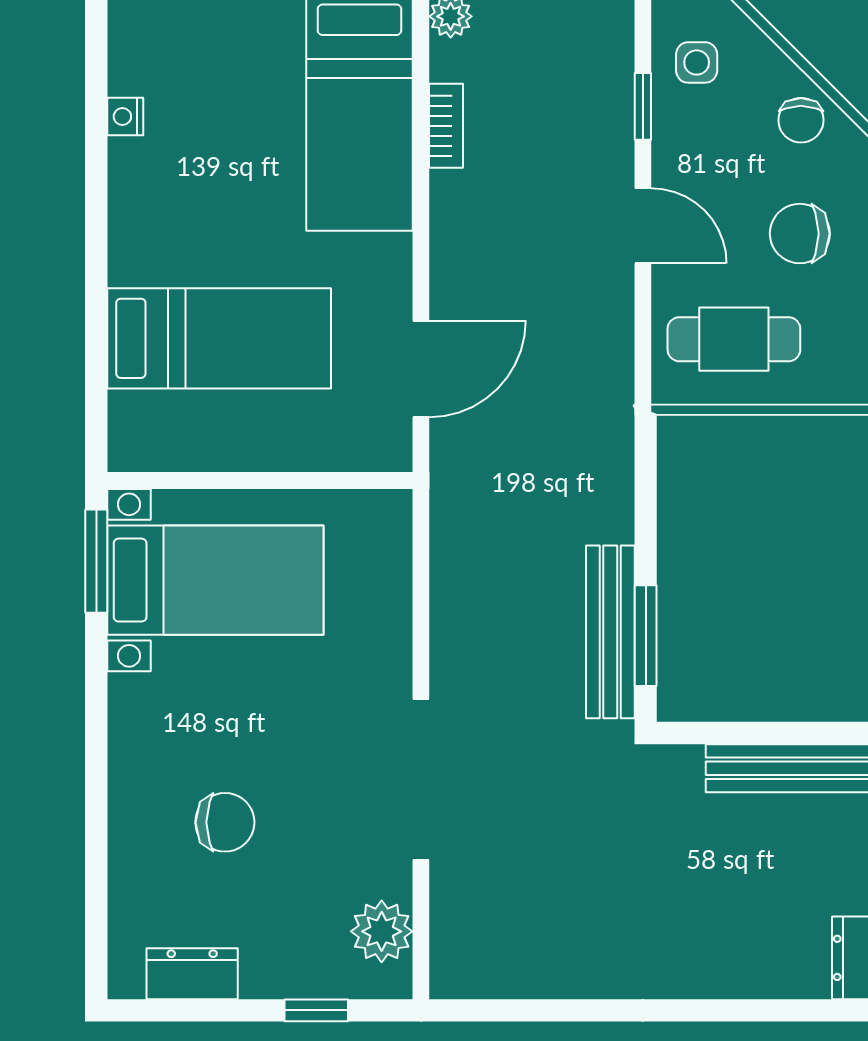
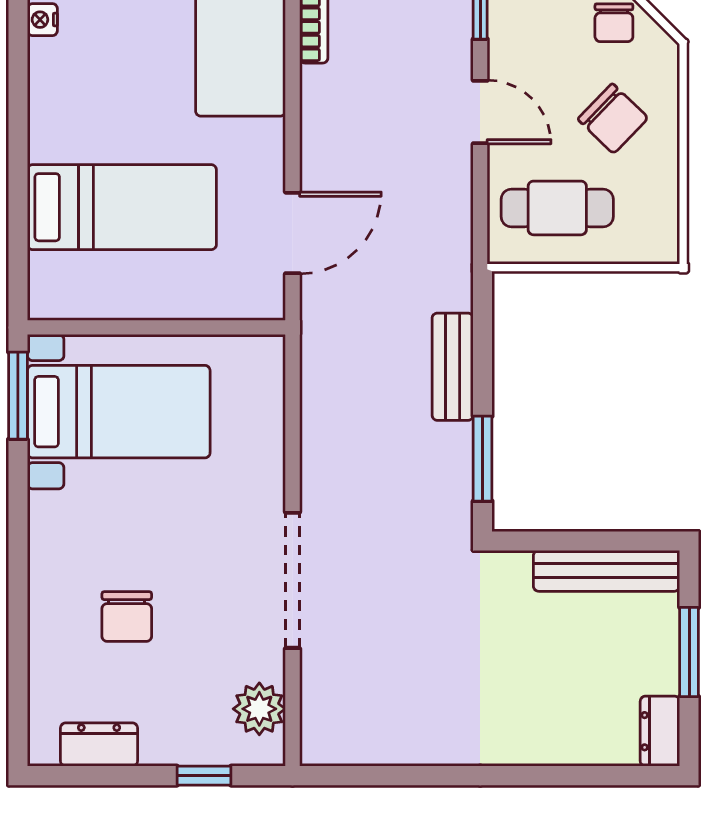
chair: (800, 234) -> (613, 119), turned -136
bench: (610, 632) -> (453, 367), moved, width x0.73
chair: (225, 822) -> (127, 617), turned 90

